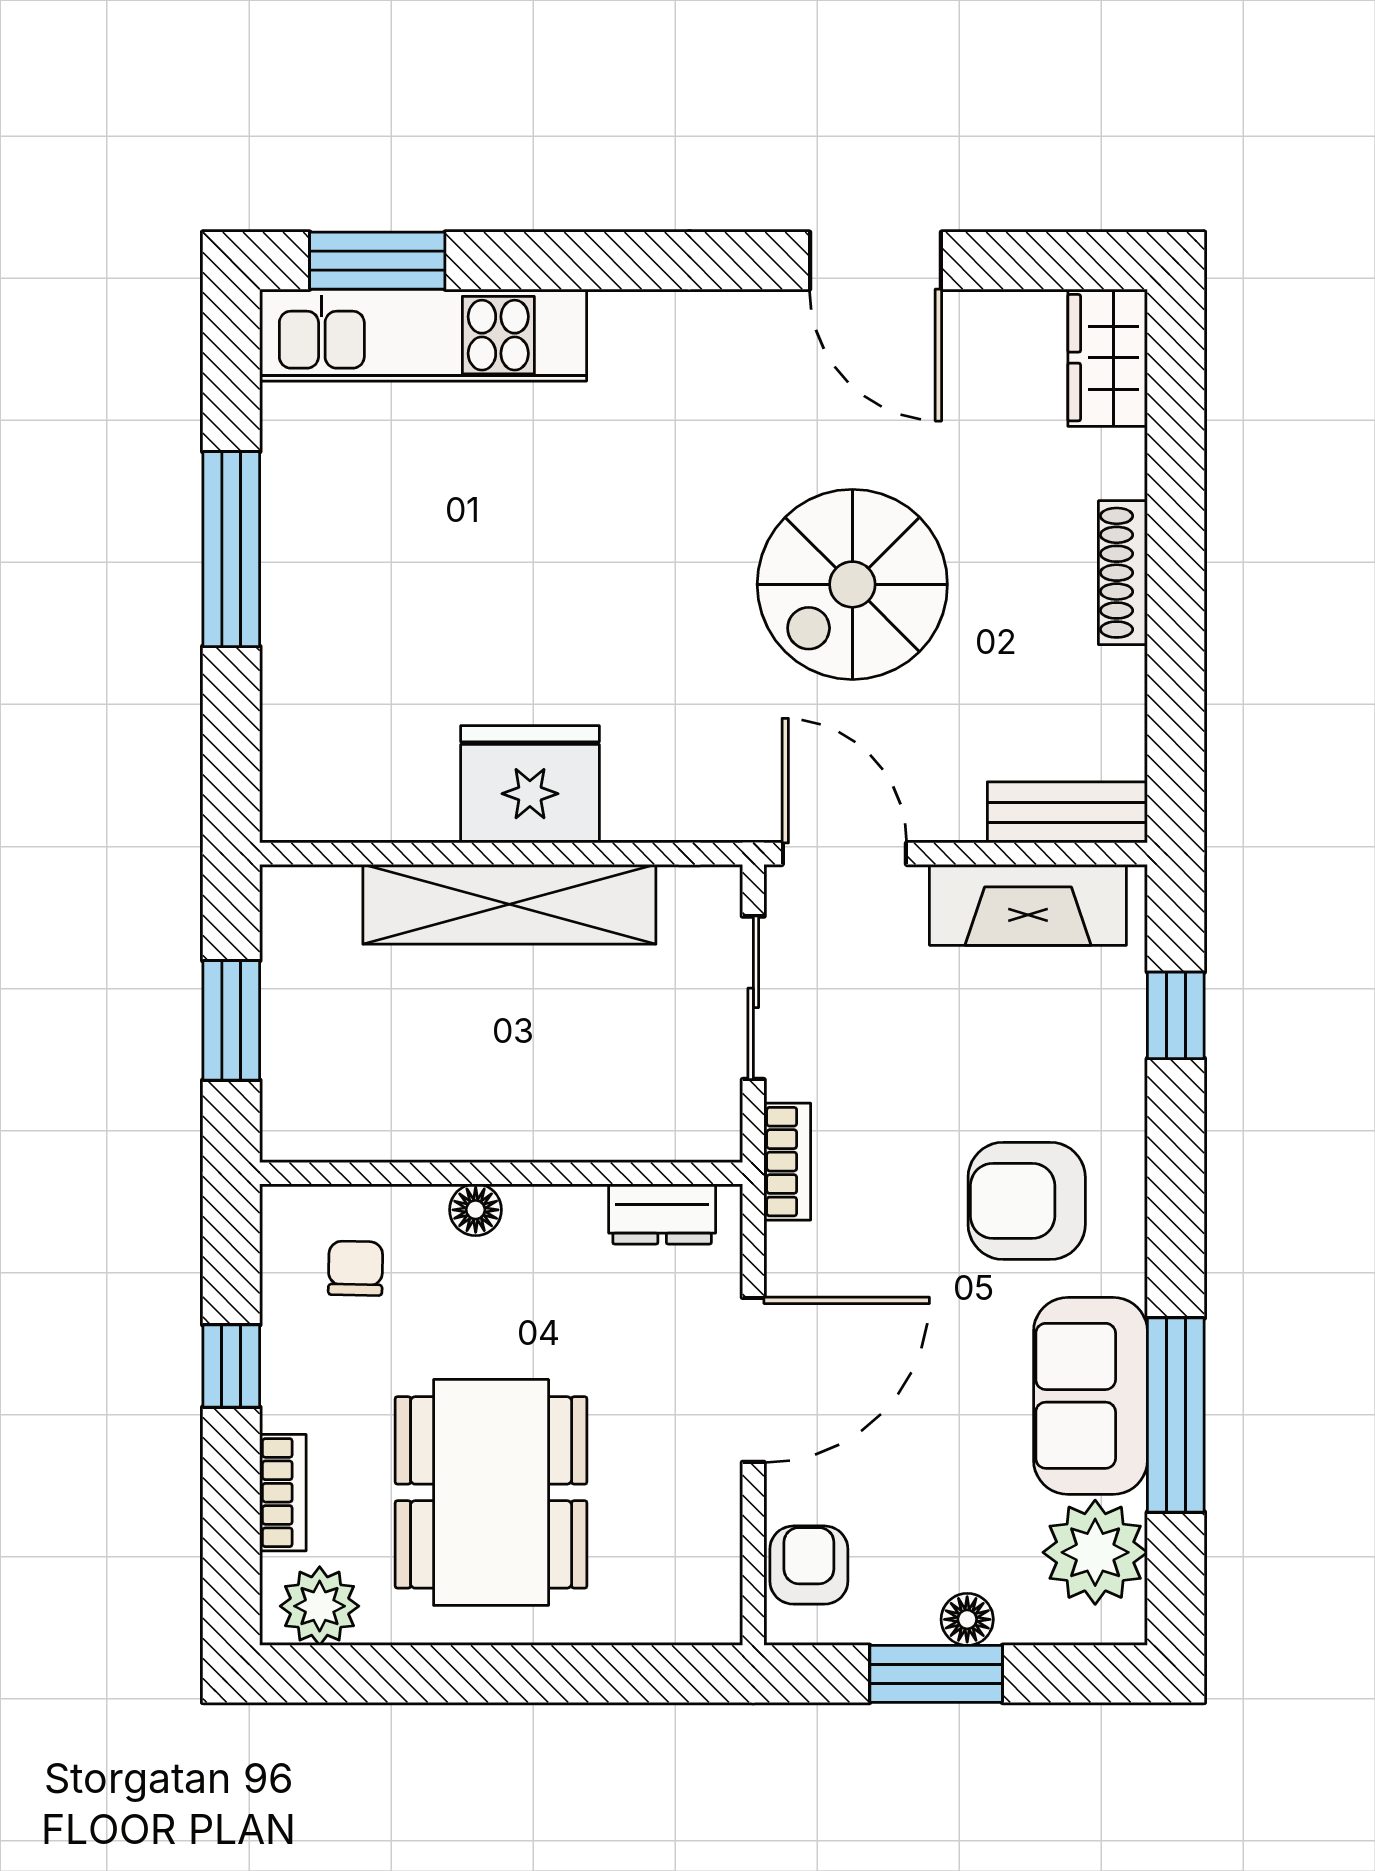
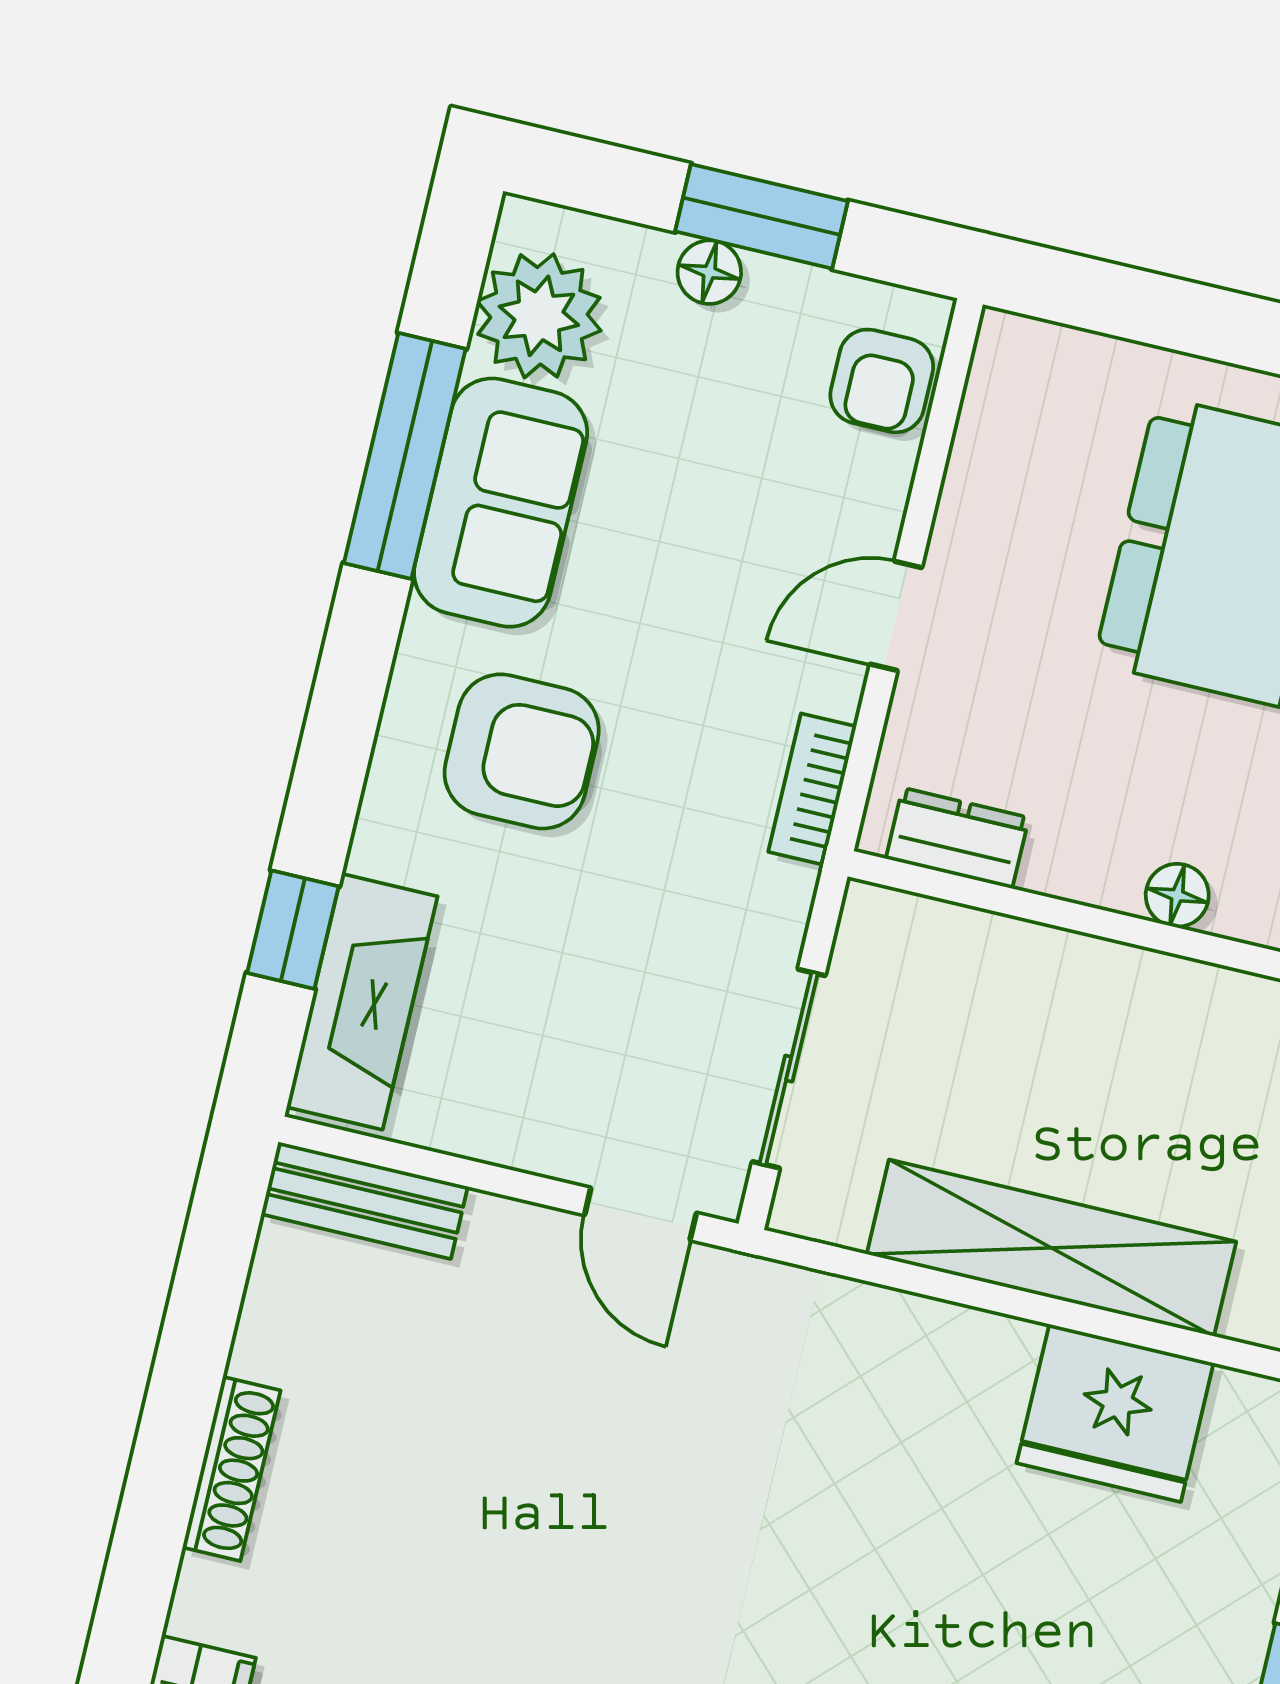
spiral stairs: (852, 584) -> (556, 1531), removed
fridge: (530, 784) -> (1115, 1413), moved
door: (844, 854) -> (640, 1214), width x0.73
fireplace: (1028, 905) -> (362, 1002), moved, turned 90
bookcase: (787, 1162) -> (812, 789), moved
door: (753, 1380) -> (896, 616), width x0.53

